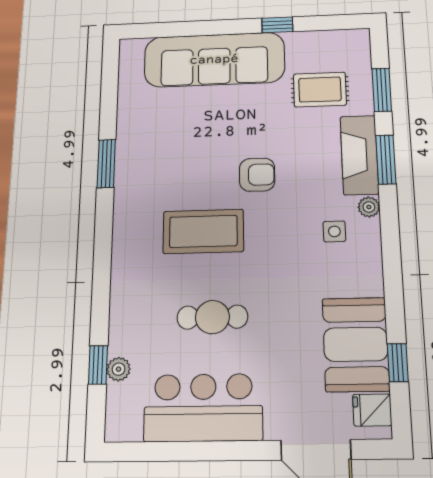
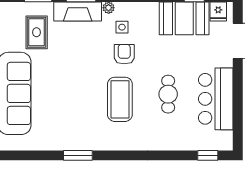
armchair: (257, 175) -> (124, 54), moved
window: (98, 365) -> (208, 155), moved
plant: (119, 369) -> (195, 144), removed

